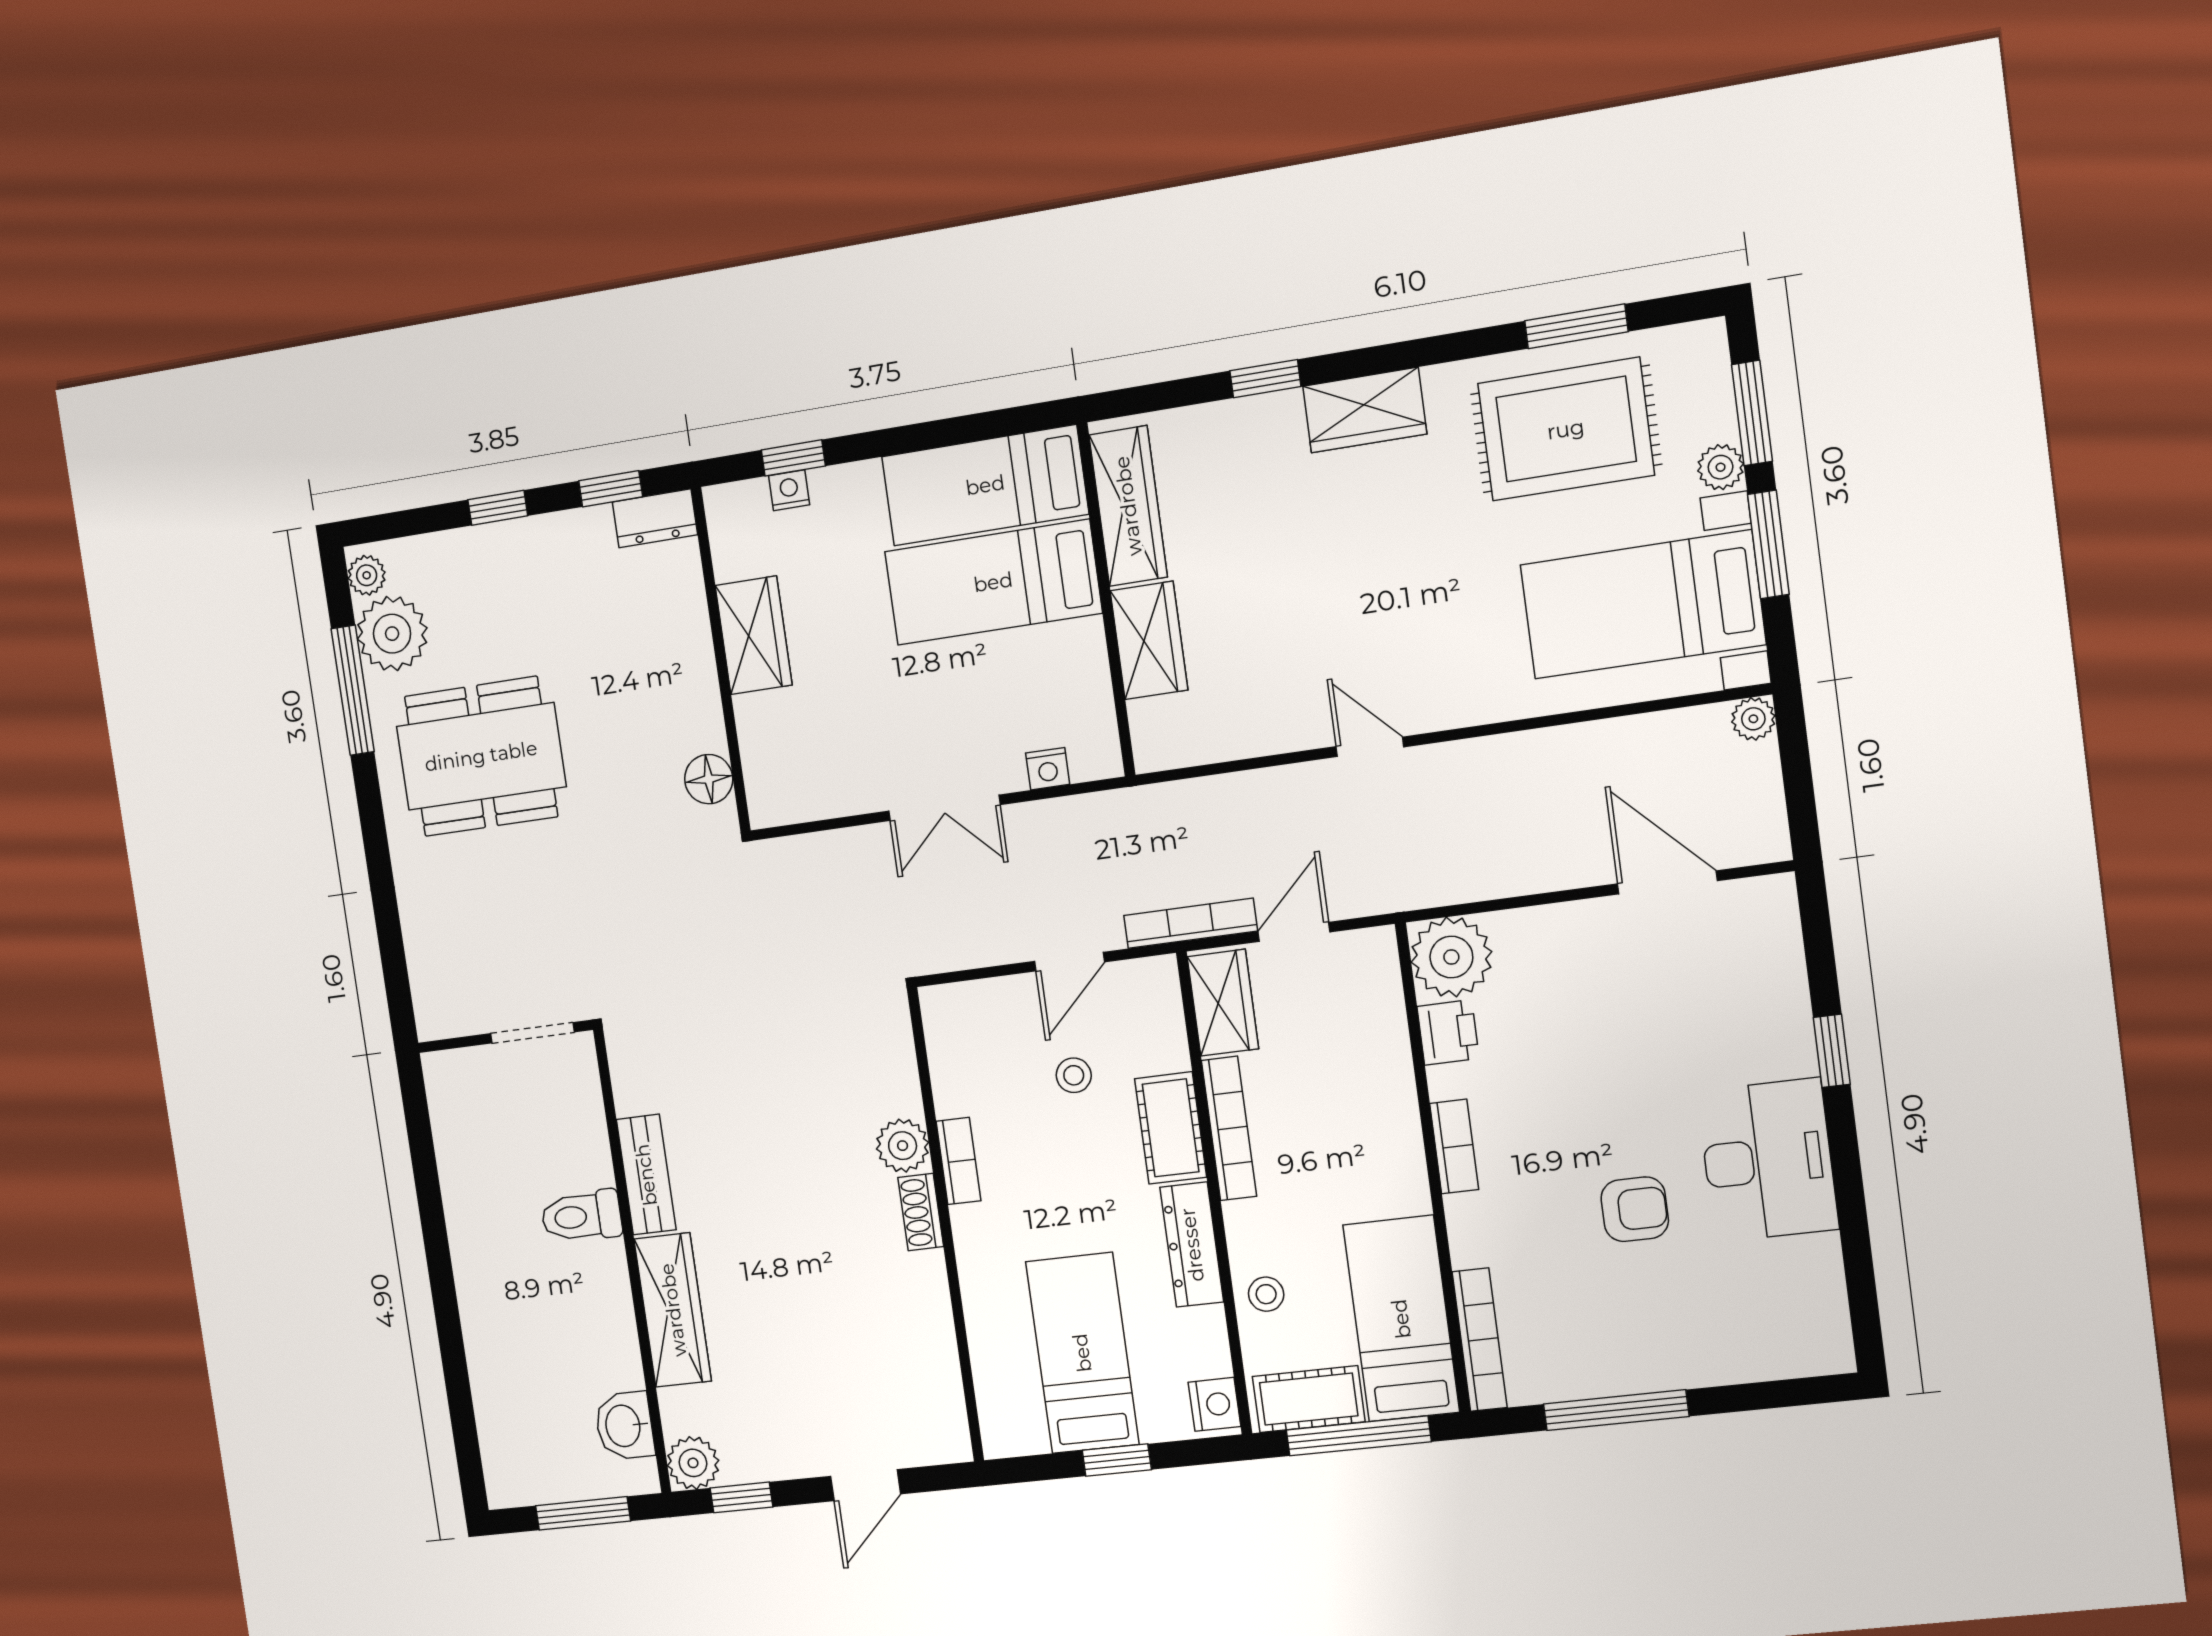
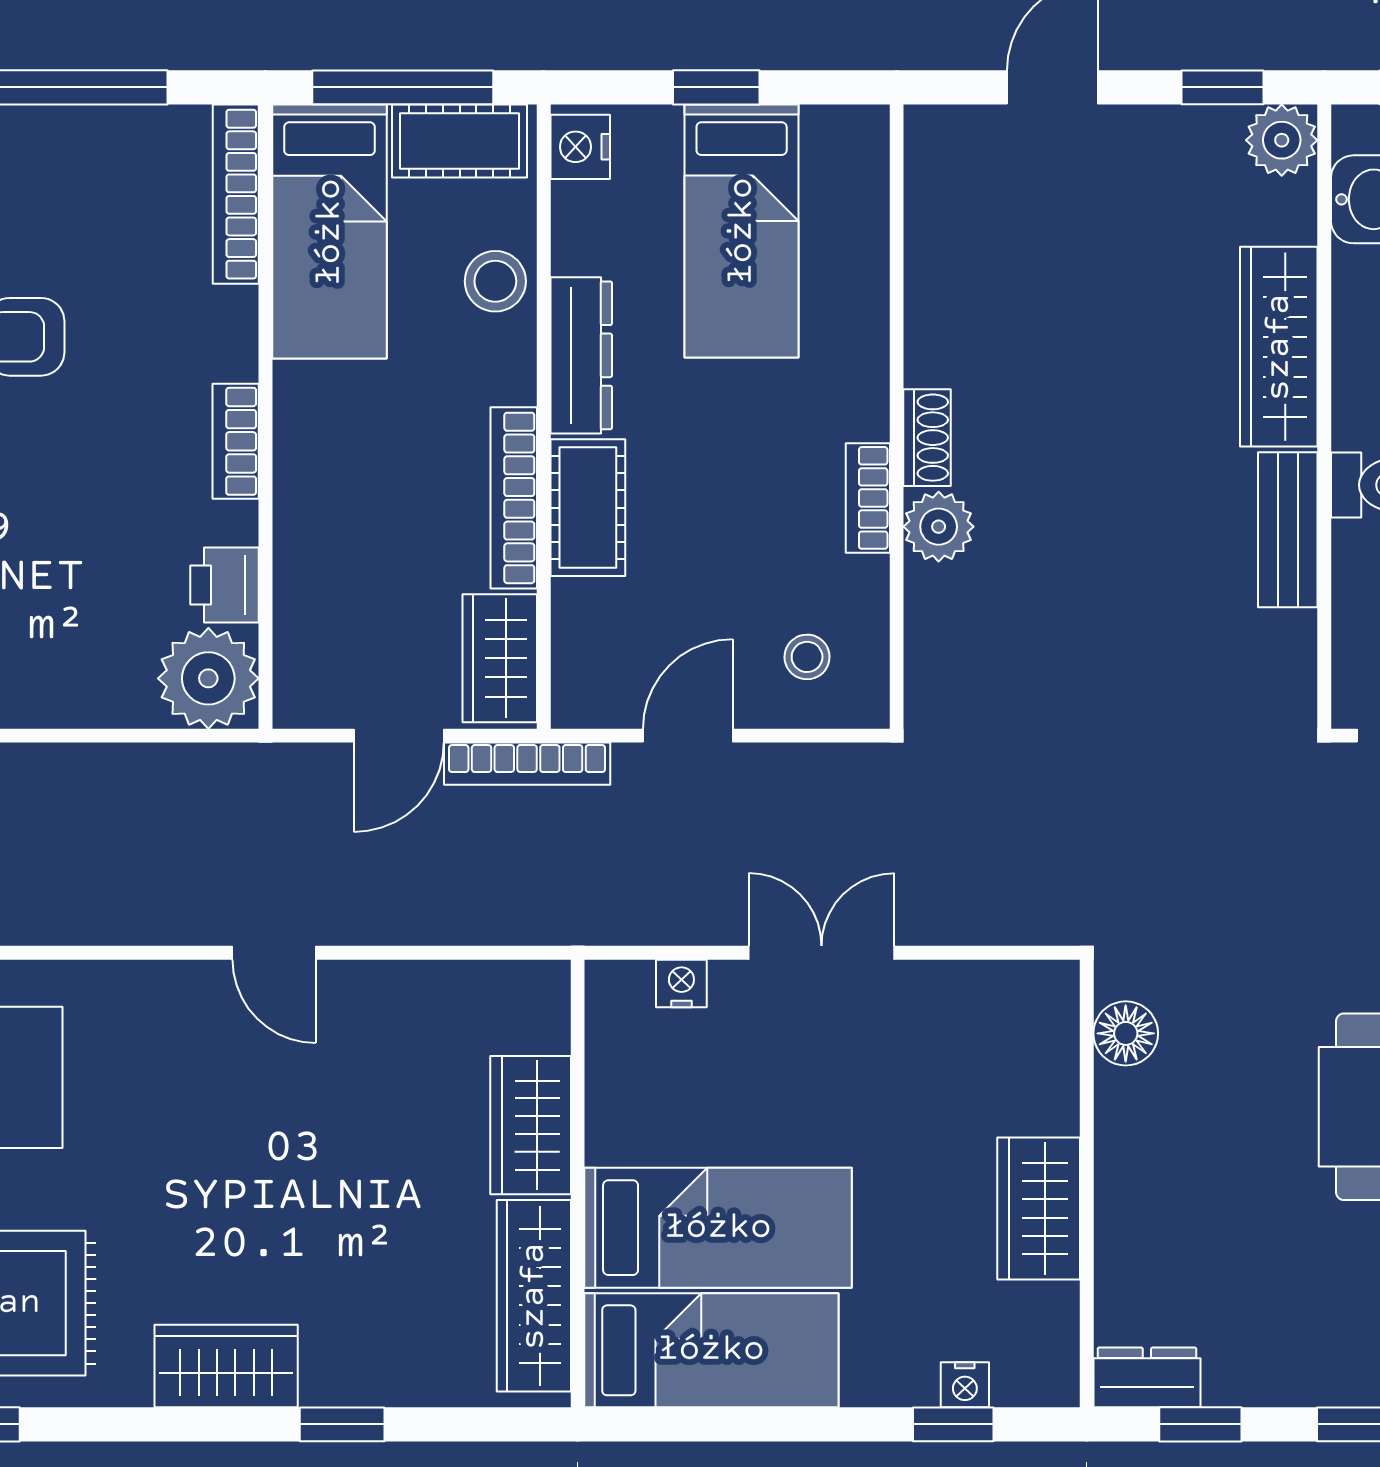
stool: (1074, 1075) -> (807, 657), moved
stool: (1266, 1294) -> (495, 281), width x1.37, depth x1.37

